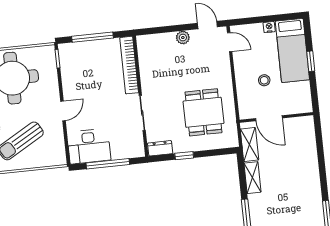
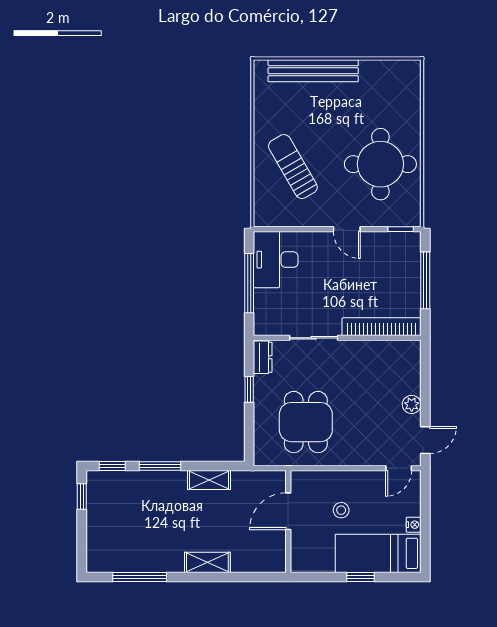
door: (63, 111) -> (347, 229), moved
dining table: (203, 112) -> (306, 422), turned 90
shelving: (249, 144) -> (207, 562), moved

